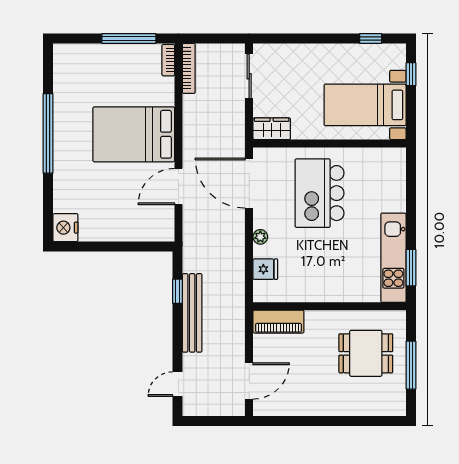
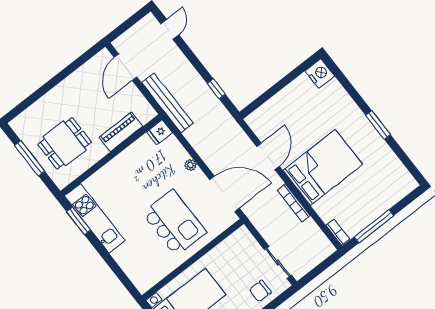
chair: (288, 62) -> (260, 291), added
bookcase: (189, 68) -> (294, 203), moved
wardrobe: (272, 129) -> (237, 240), removed
window: (48, 133) -> (378, 125), width x0.47
fridge: (265, 269) -> (160, 132), moved
bench: (192, 313) -> (167, 103), moved
piano: (278, 322) -> (121, 132), moved

